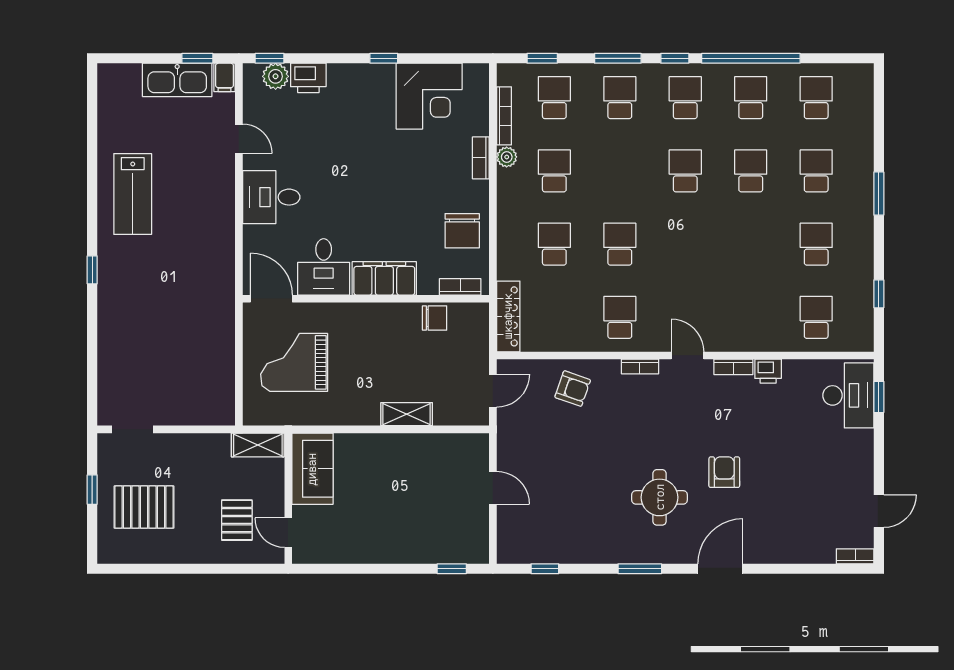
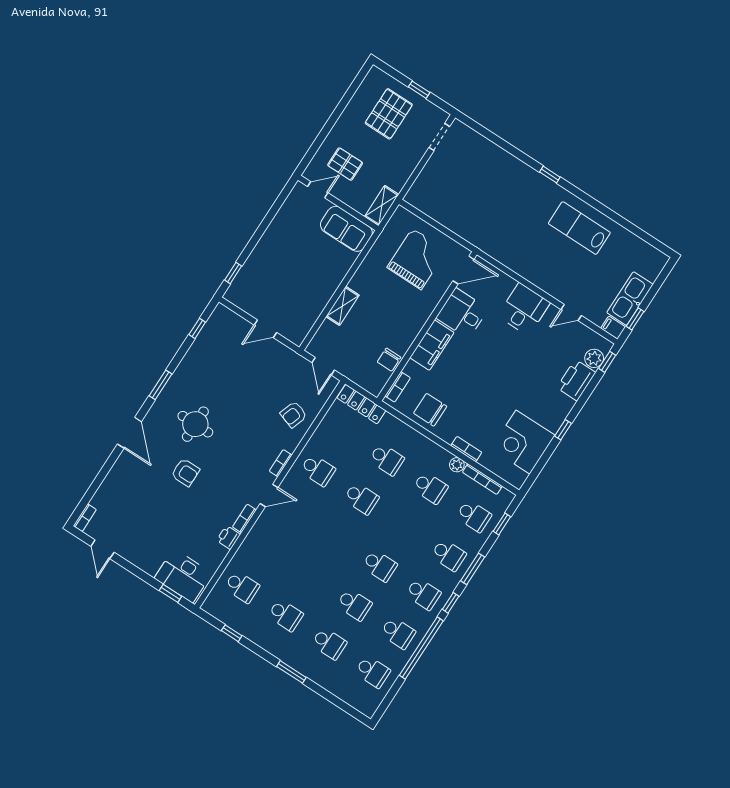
printer: (308, 78) -> (576, 380), width x1.37, depth x1.19

